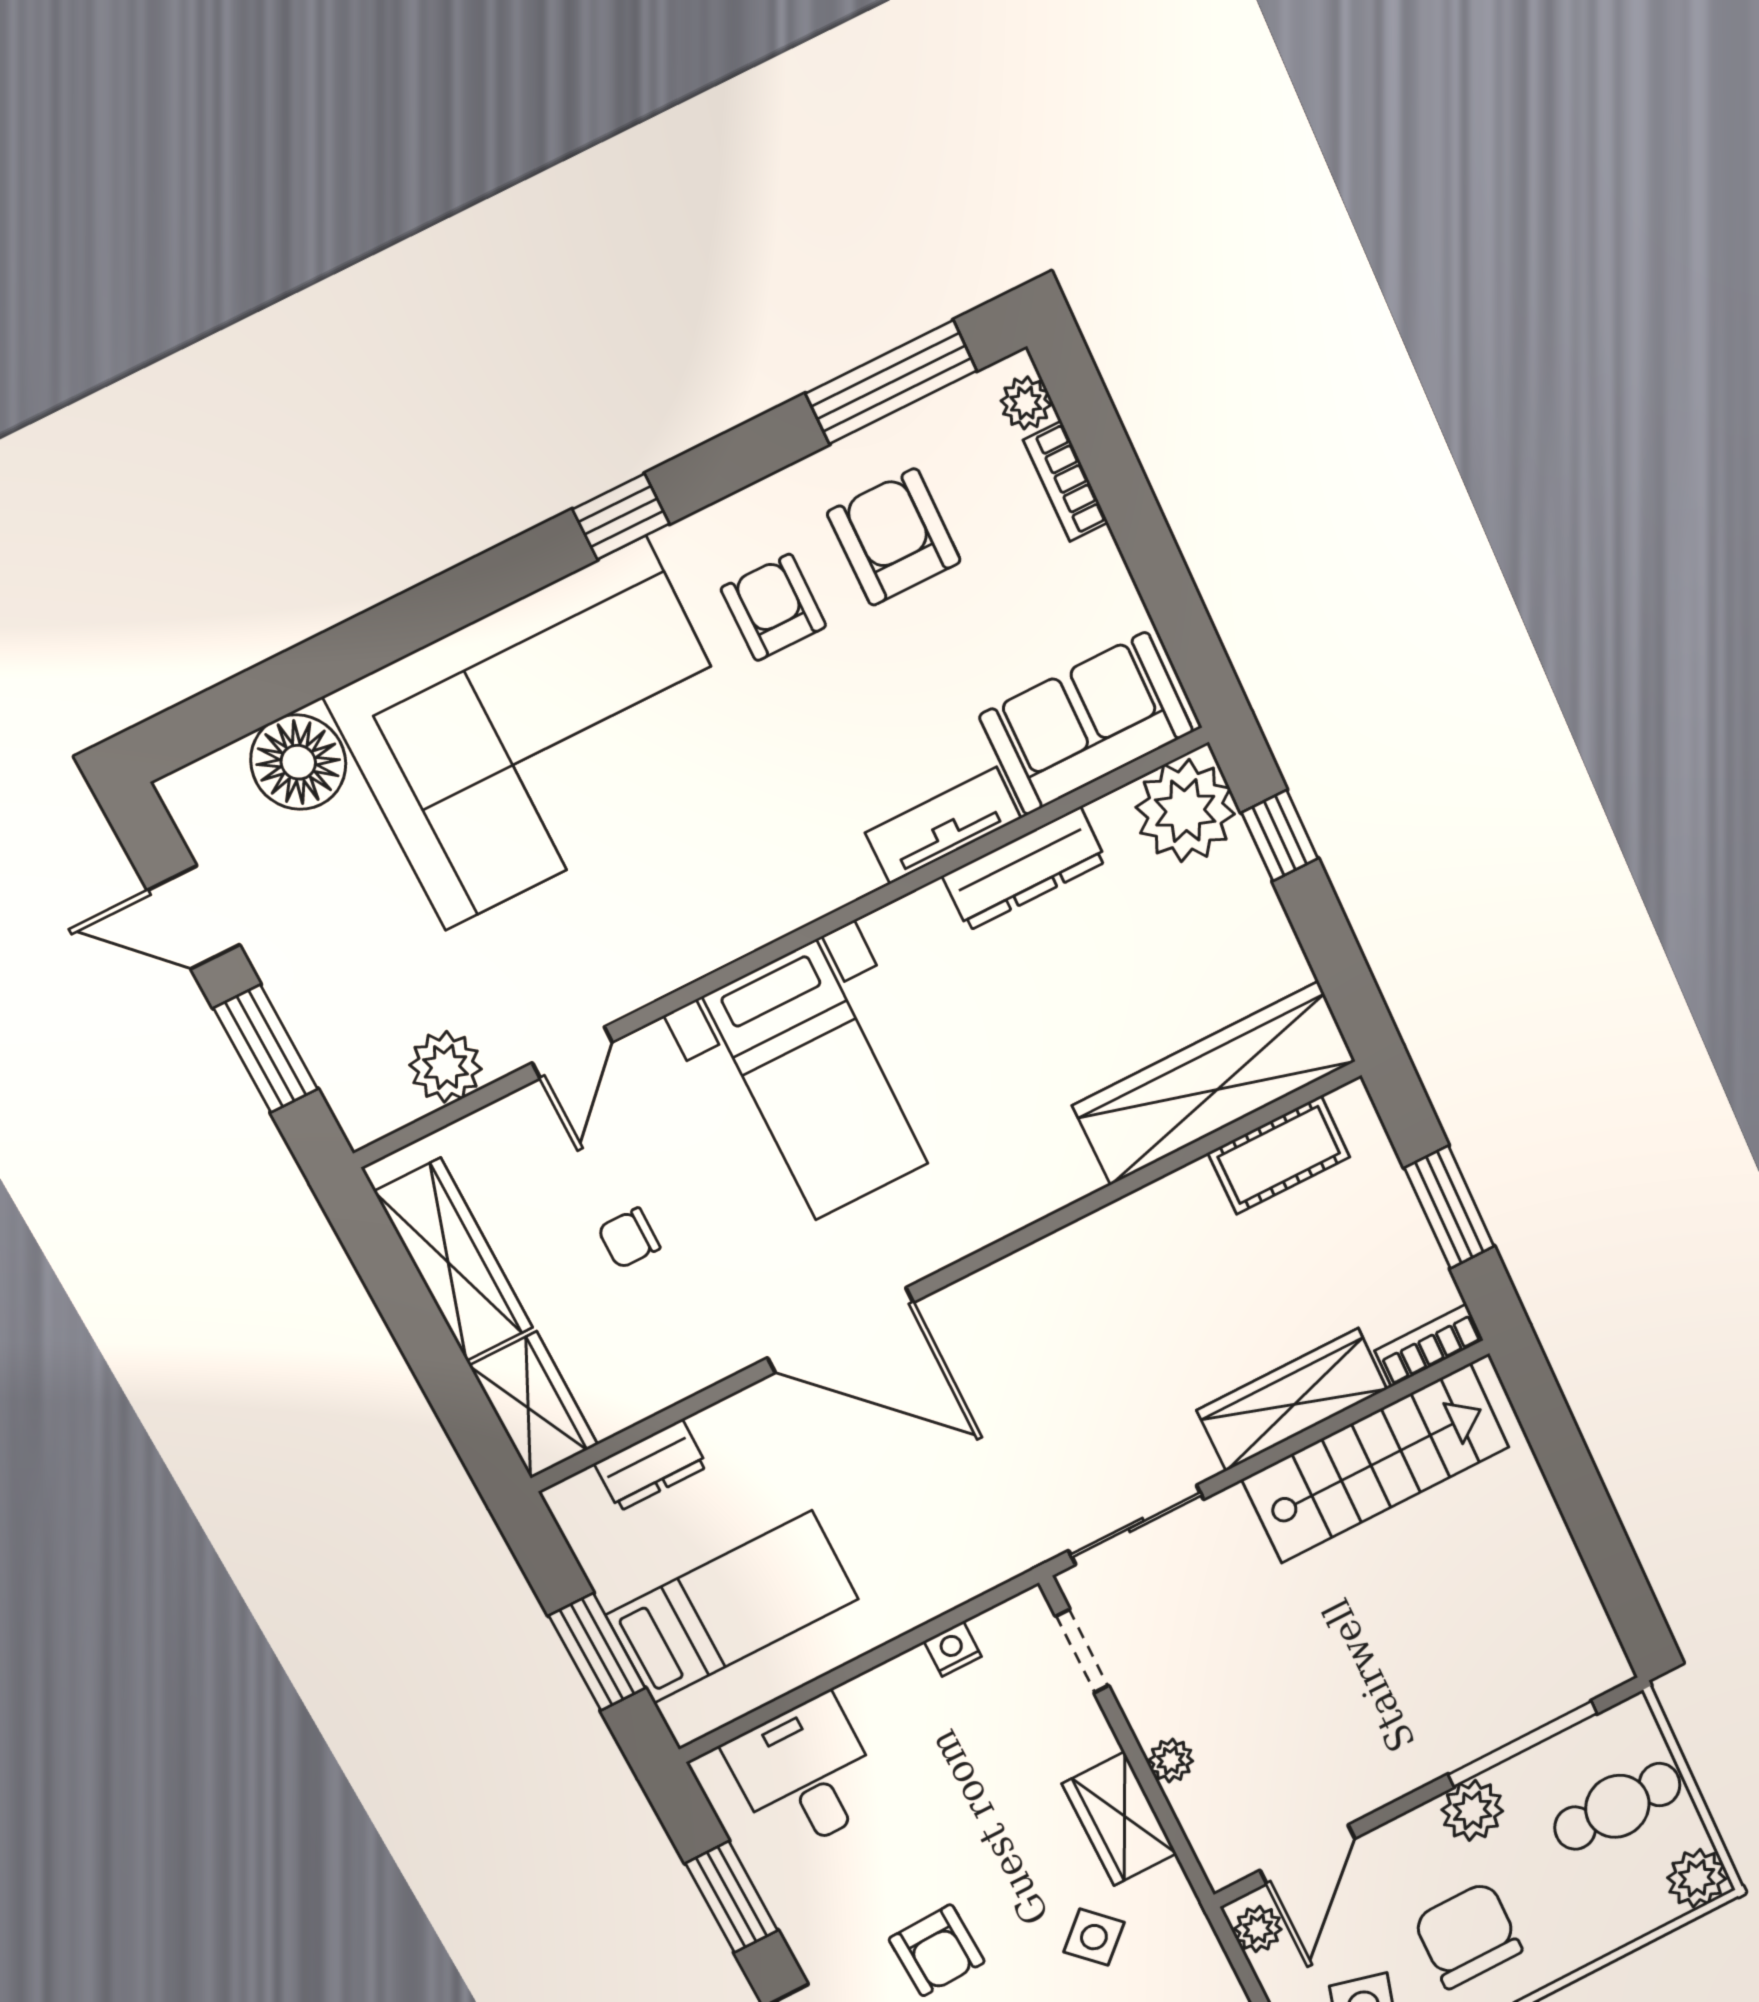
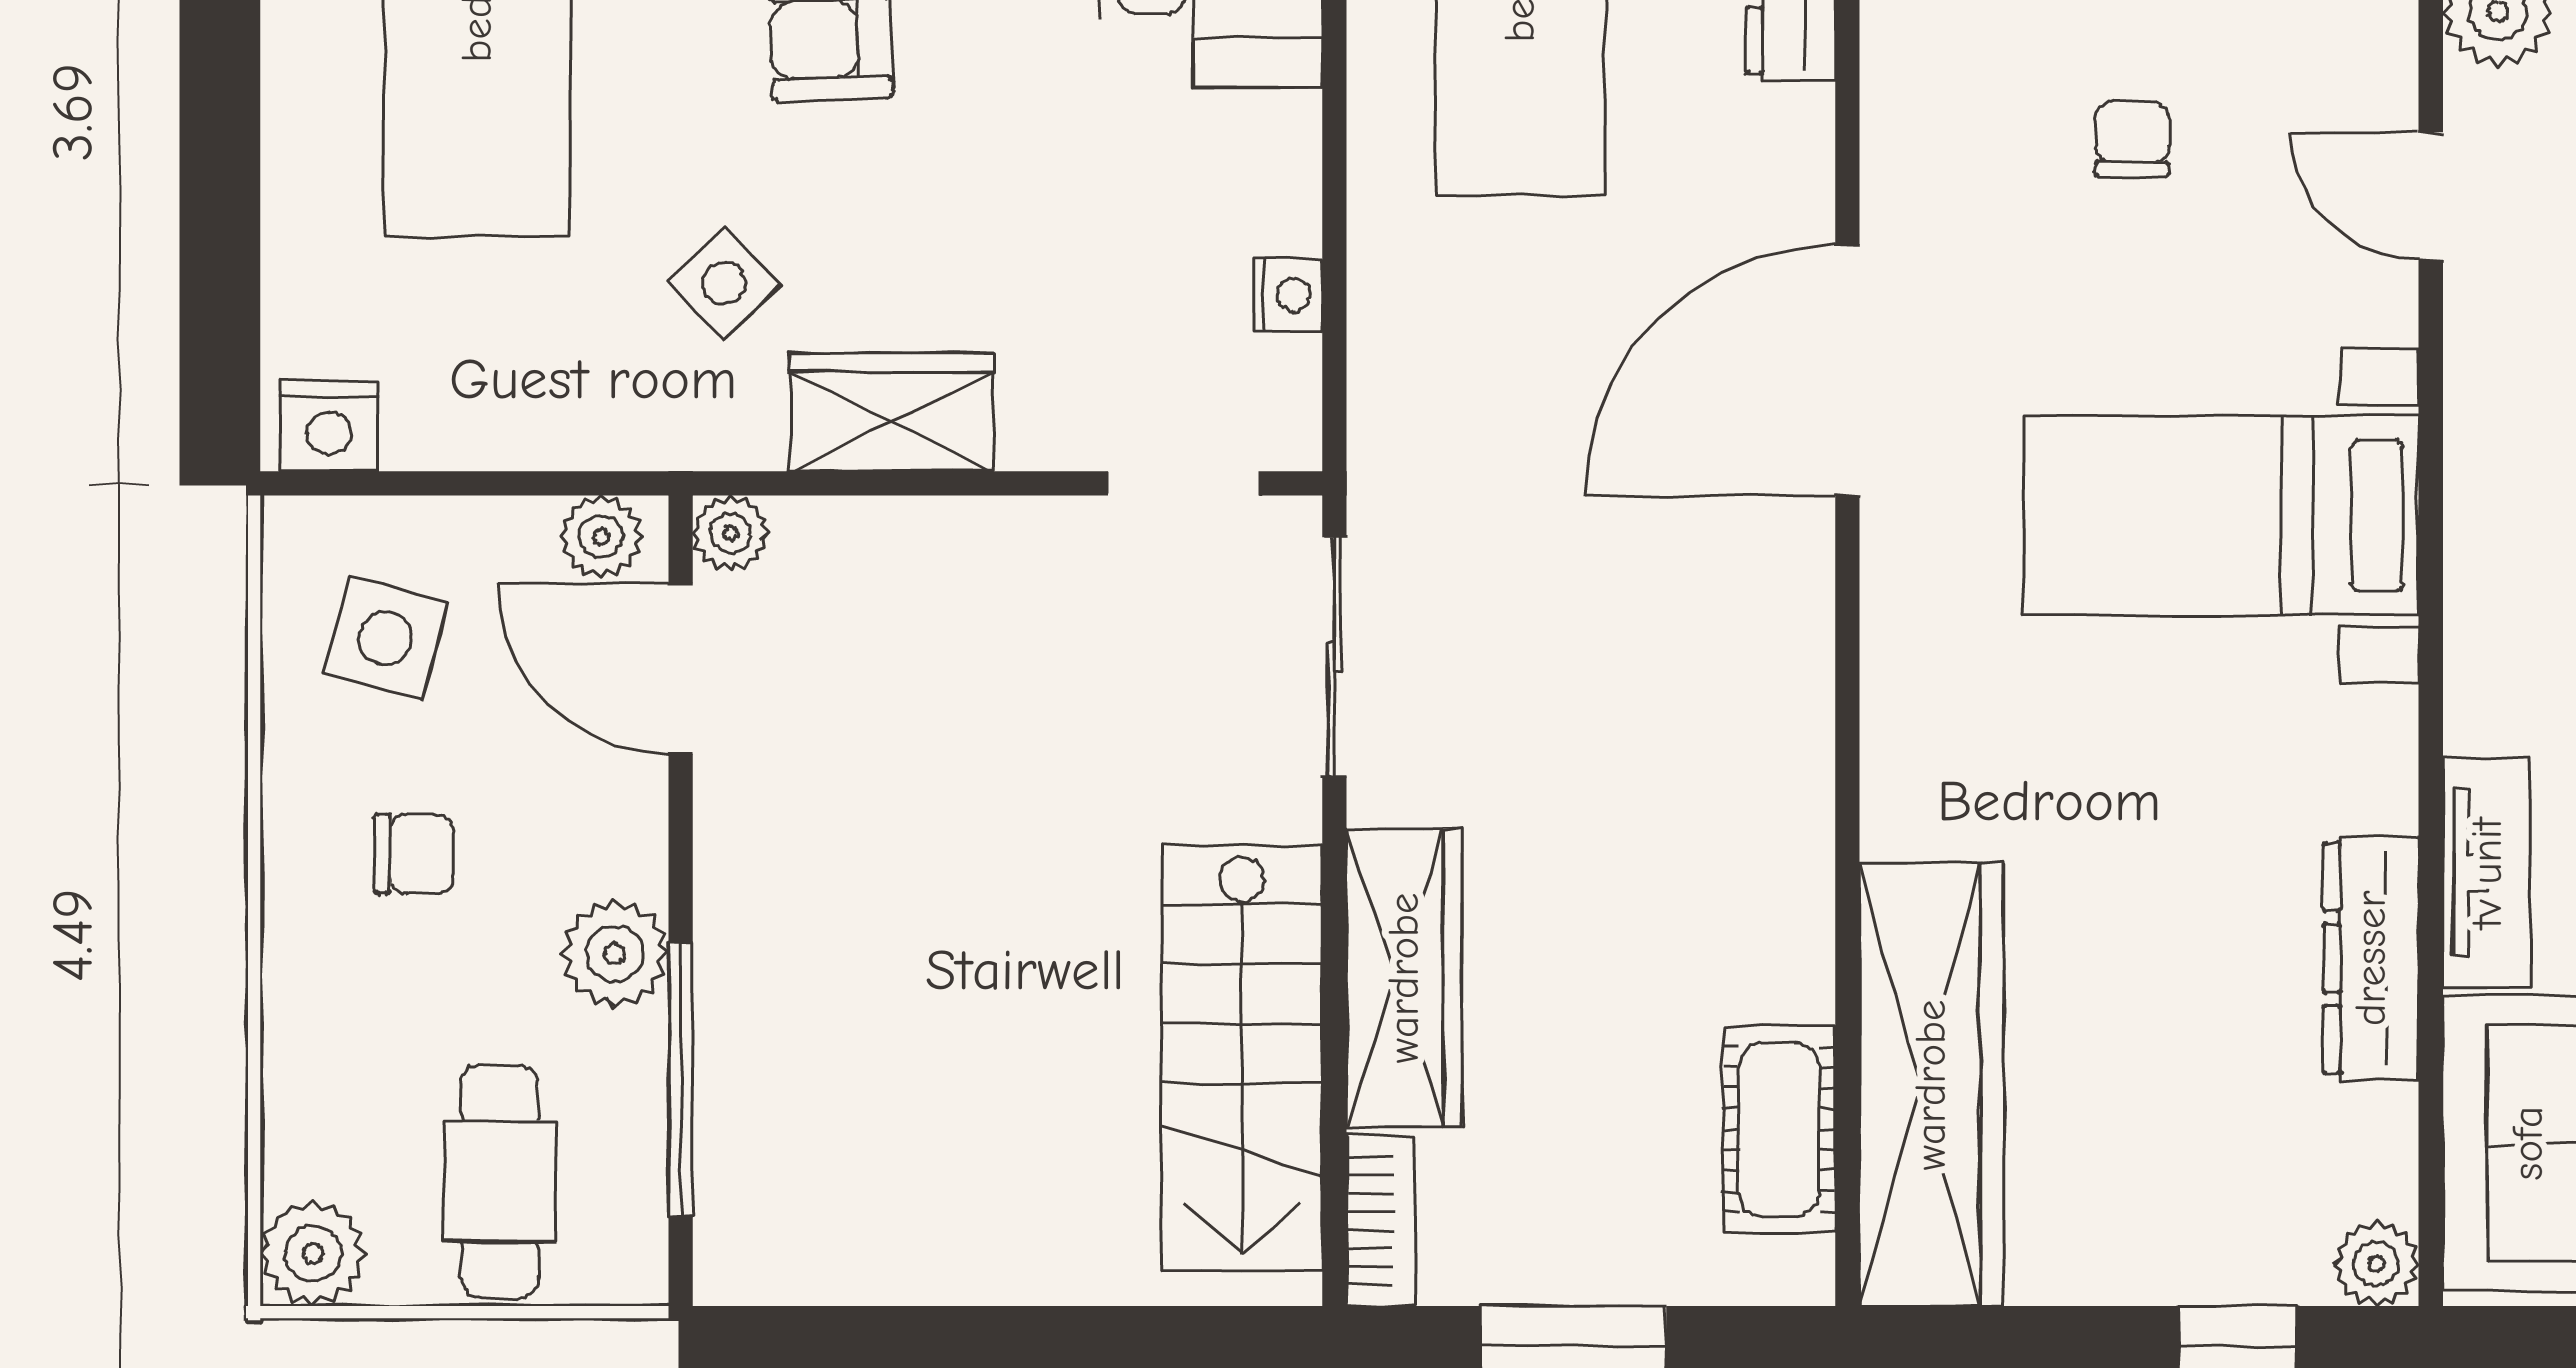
plant: (1185, 811) -> (2376, 1264), width x0.53, depth x0.53
plant: (1171, 1760) -> (730, 533), moved
chair: (1468, 1935) -> (414, 854), width x0.54, depth x0.54

